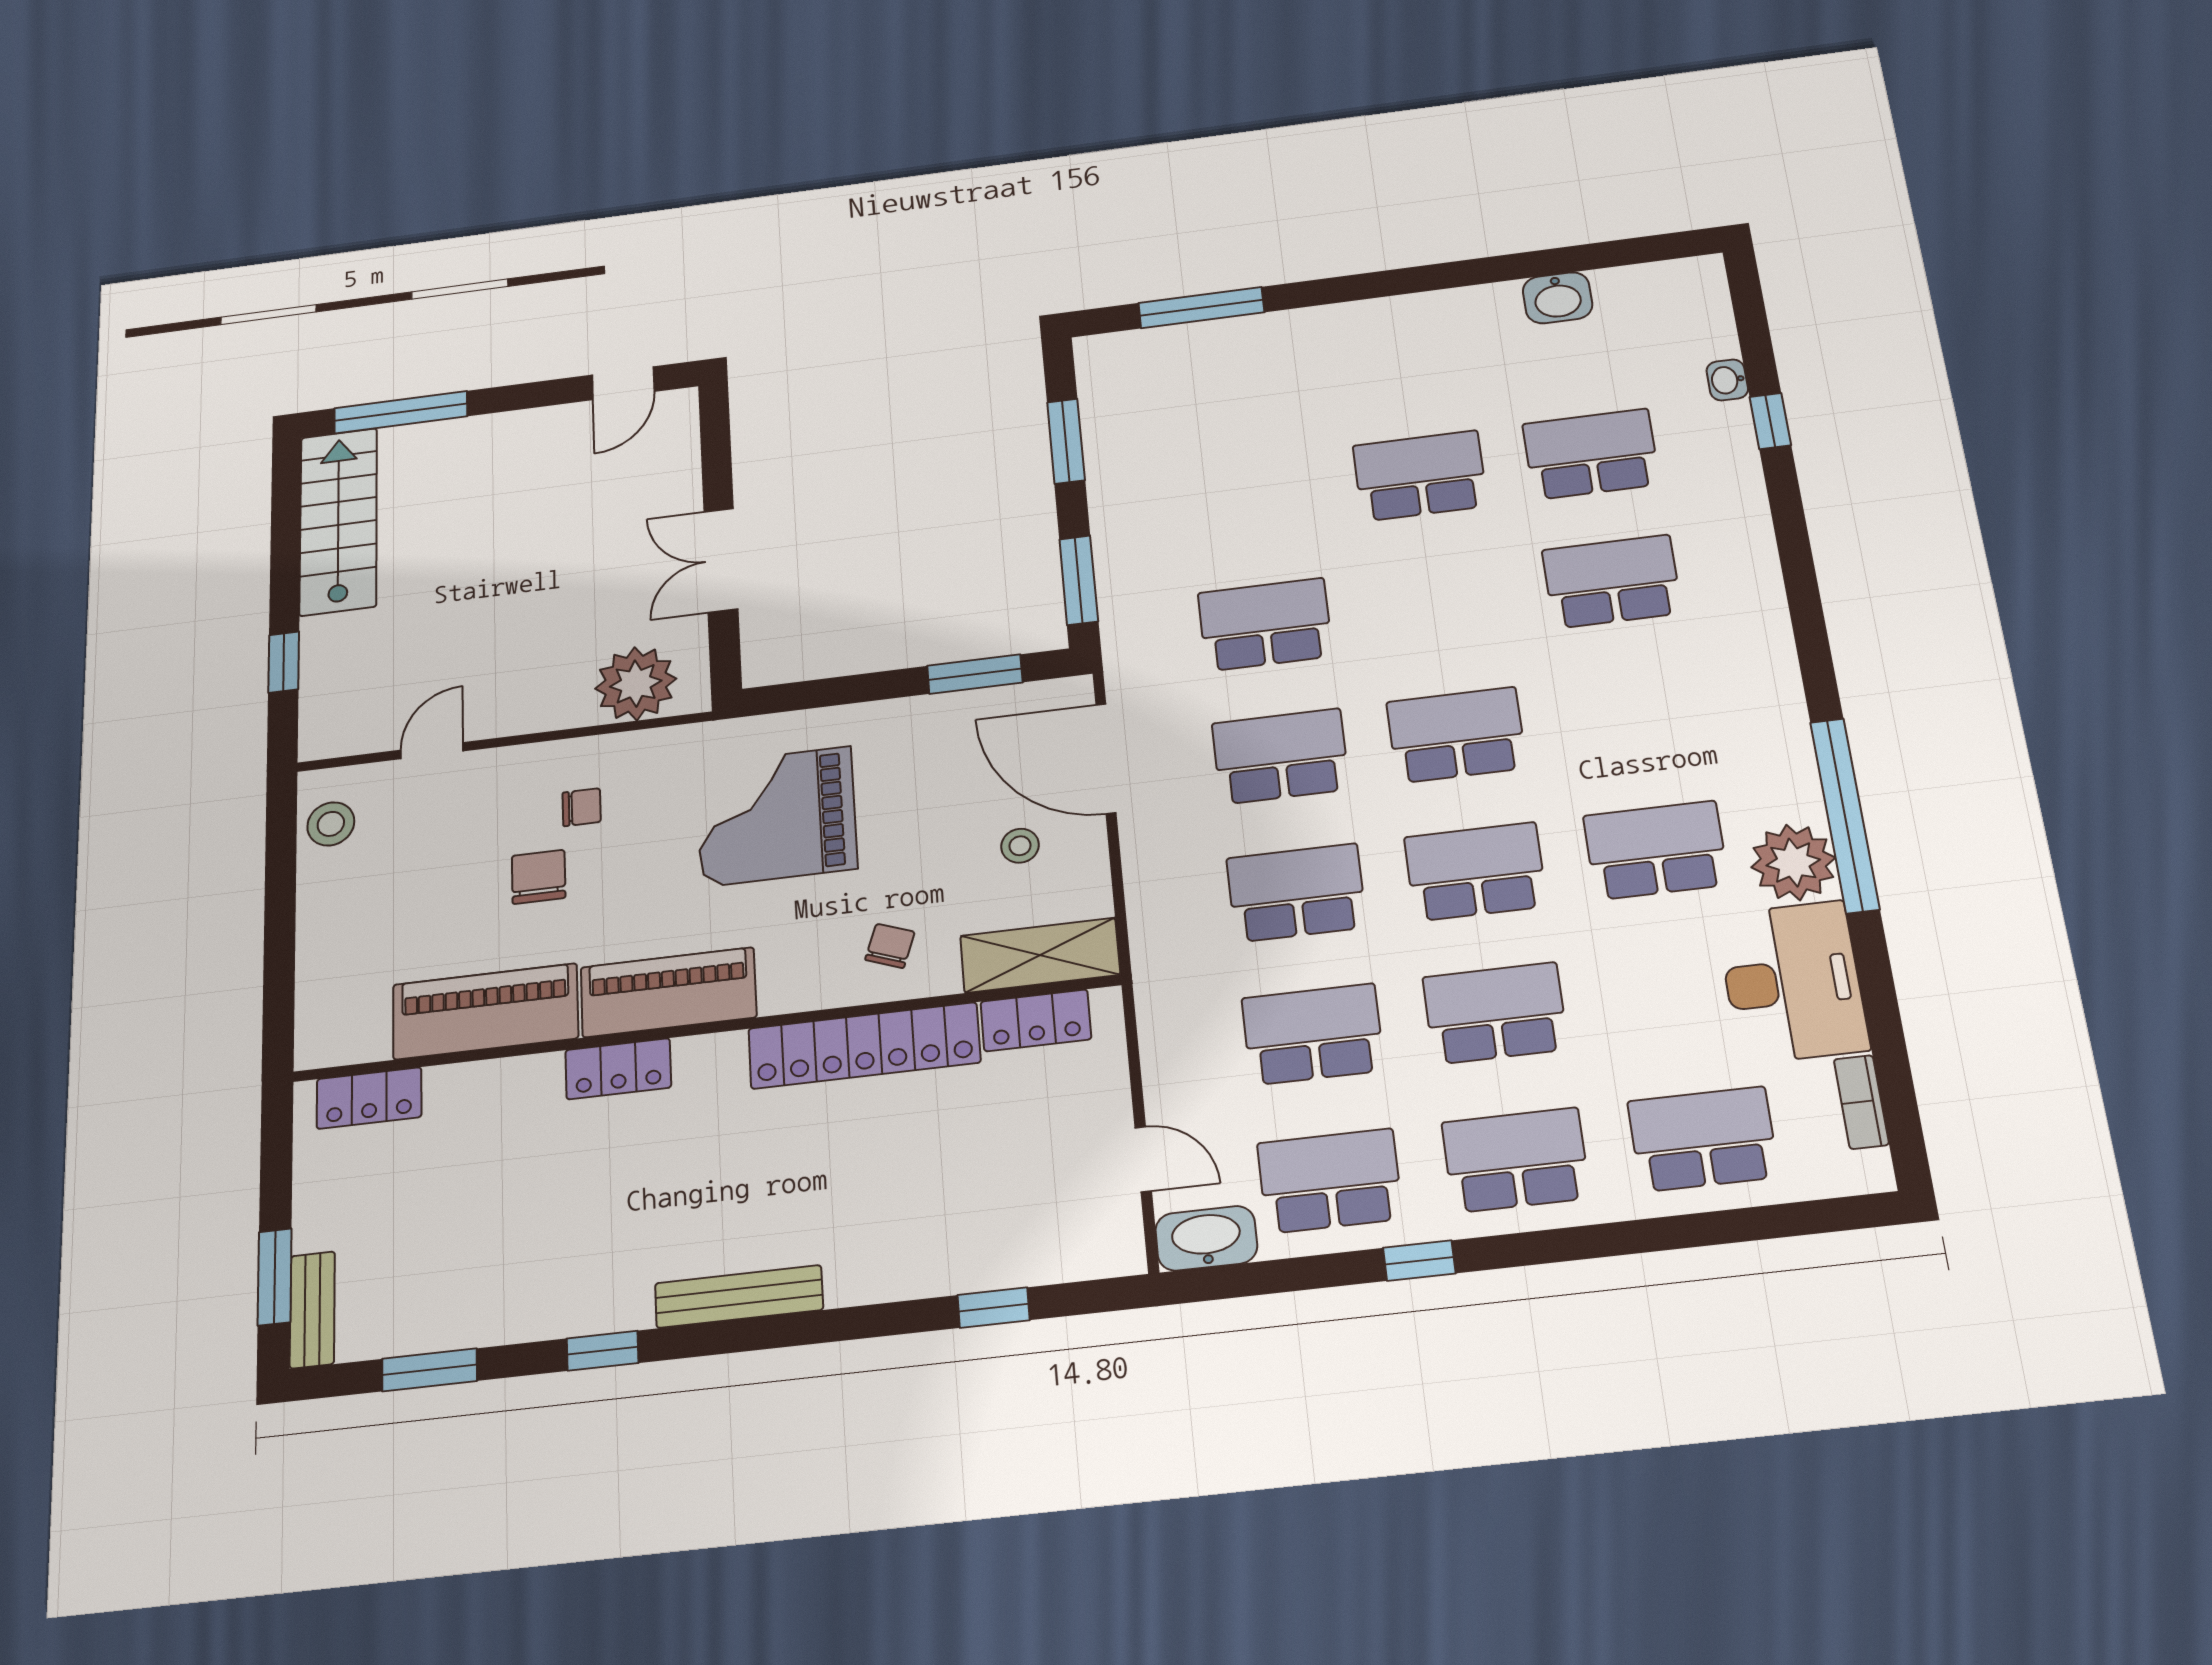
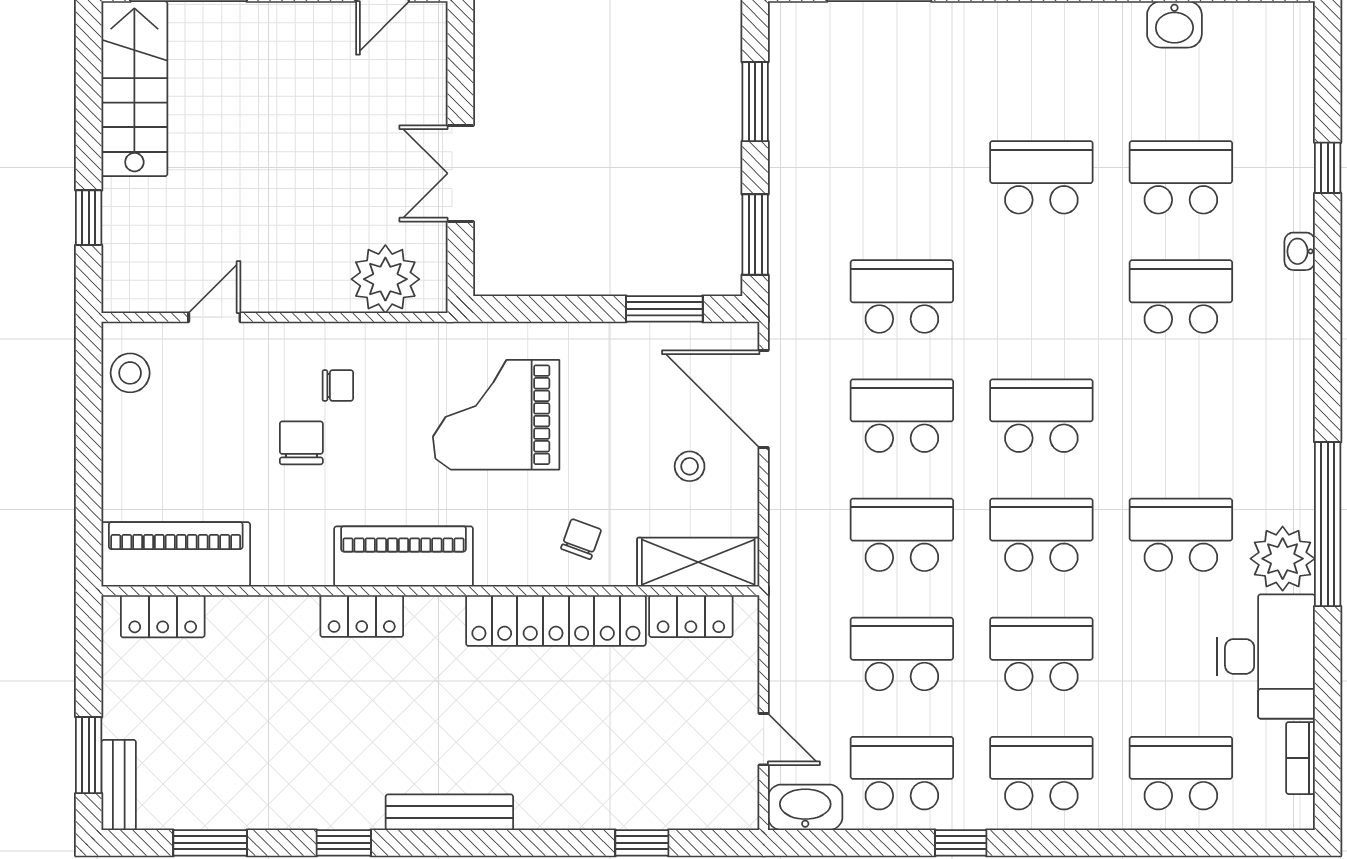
washbasin: (1727, 380) -> (1300, 251), moved
piano: (485, 1011) -> (176, 554), moved

